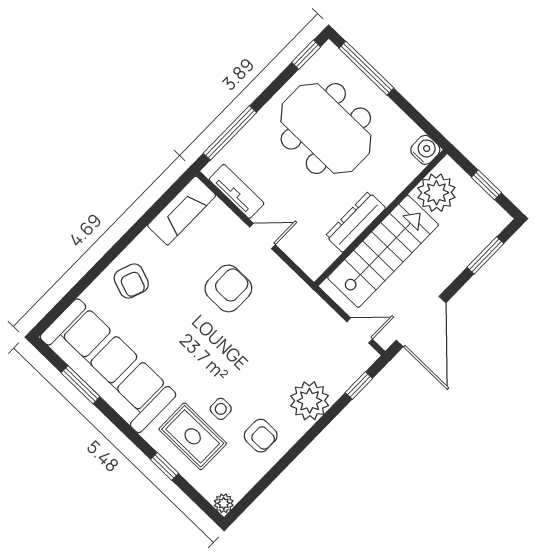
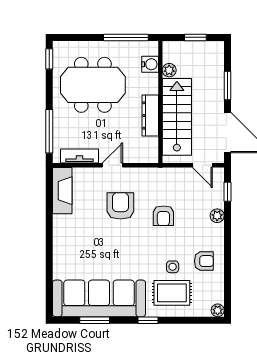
window: (366, 68) -> (126, 37), moved
water cooler: (425, 150) -> (150, 64), moved, turned 90
plant: (436, 193) -> (169, 70), width x0.53, depth x0.53
window: (485, 255) -> (227, 85), moved
armchair: (131, 281) -> (163, 216), moved, turned 70
door: (360, 330) -> (202, 165), swing flipped
plant: (310, 401) -> (217, 216), width x0.53, depth x0.53
window: (165, 466) -> (148, 320), moved

